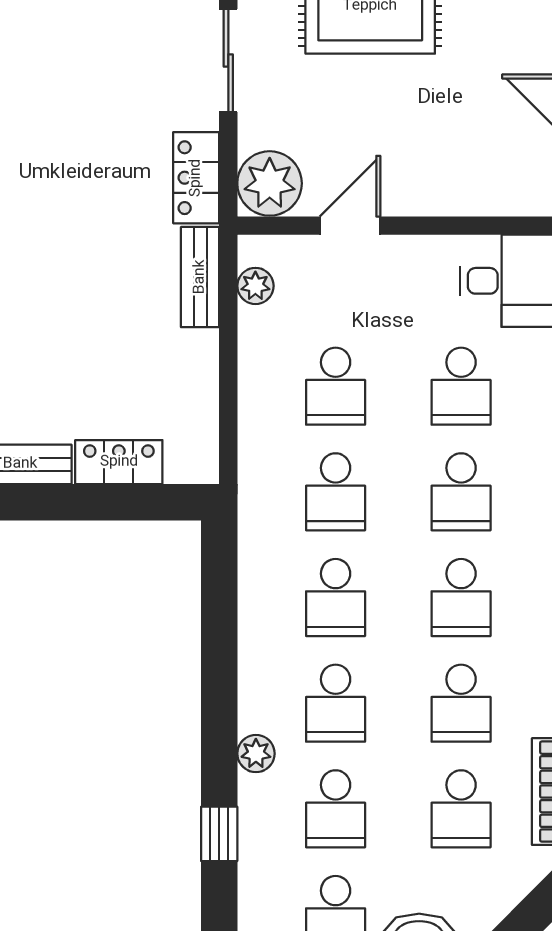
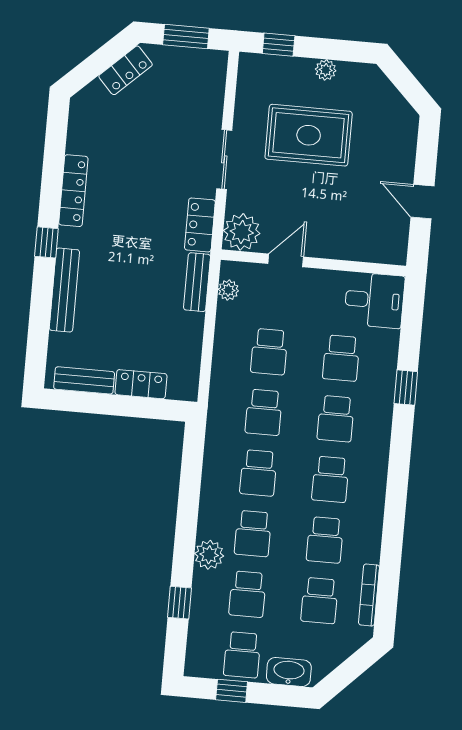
plant: (256, 754) -> (209, 555), width x1.38, depth x1.38

